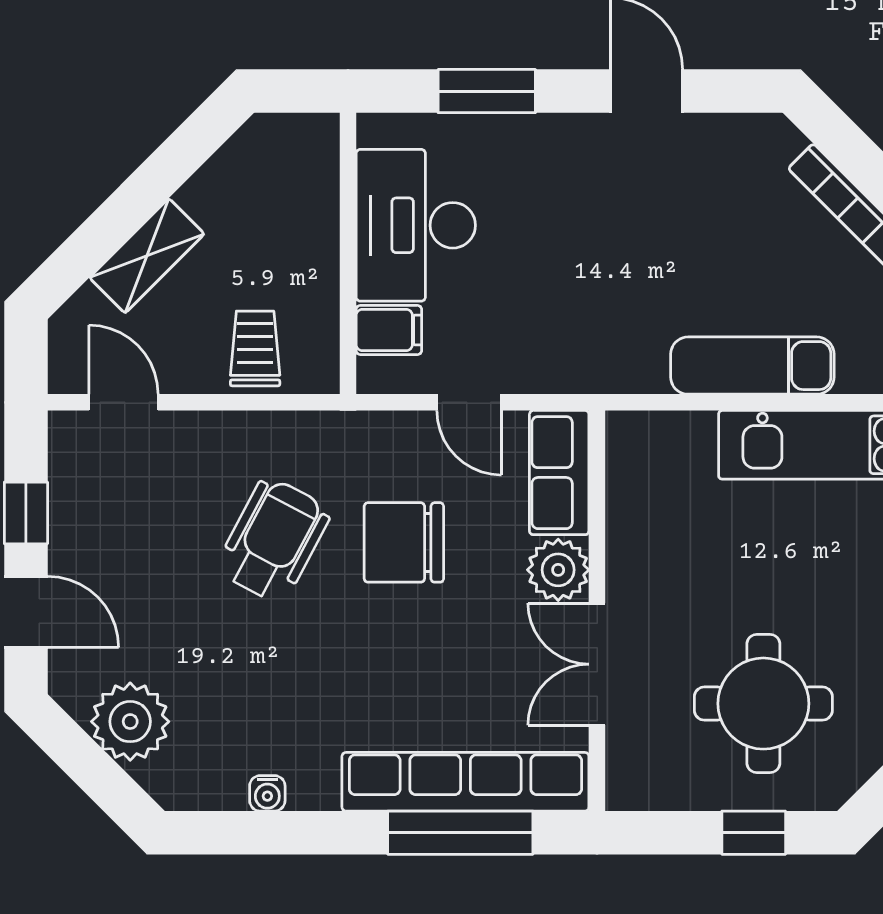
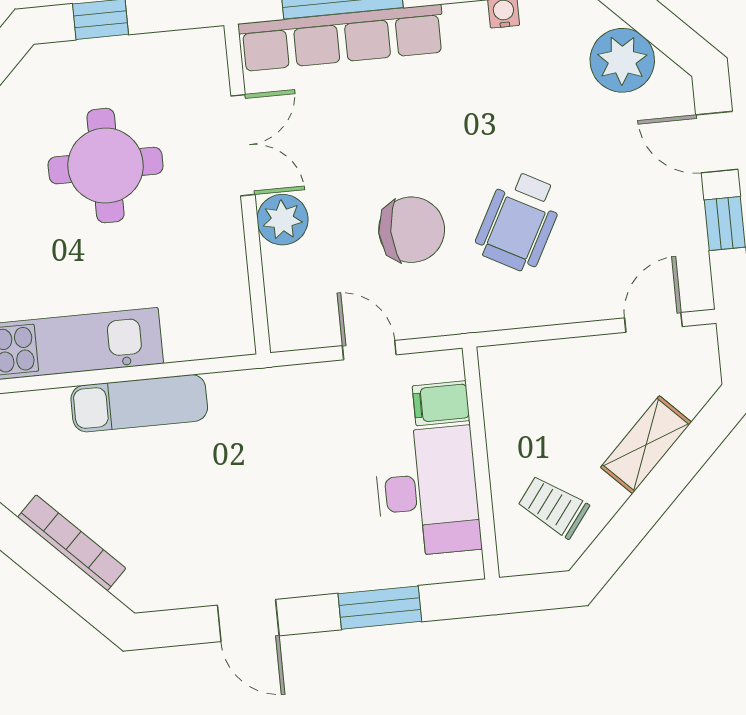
trolley: (255, 348) -> (553, 507), moved, turned 127
door: (124, 402) -> (653, 322), swing flipped
row of seats: (559, 473) -> (289, 300), removed
round table: (763, 704) -> (106, 166), moved

